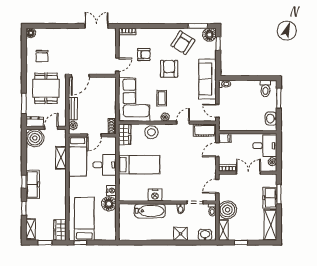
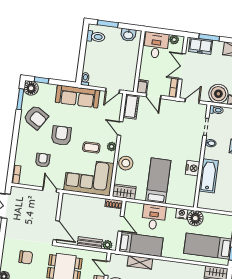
chair: (42, 56) -> (26, 257), moved
armchair: (169, 69) -> (61, 136), turned 90
door: (217, 186) -> (192, 101), swing flipped
freezer: (270, 198) -> (201, 46), moved

